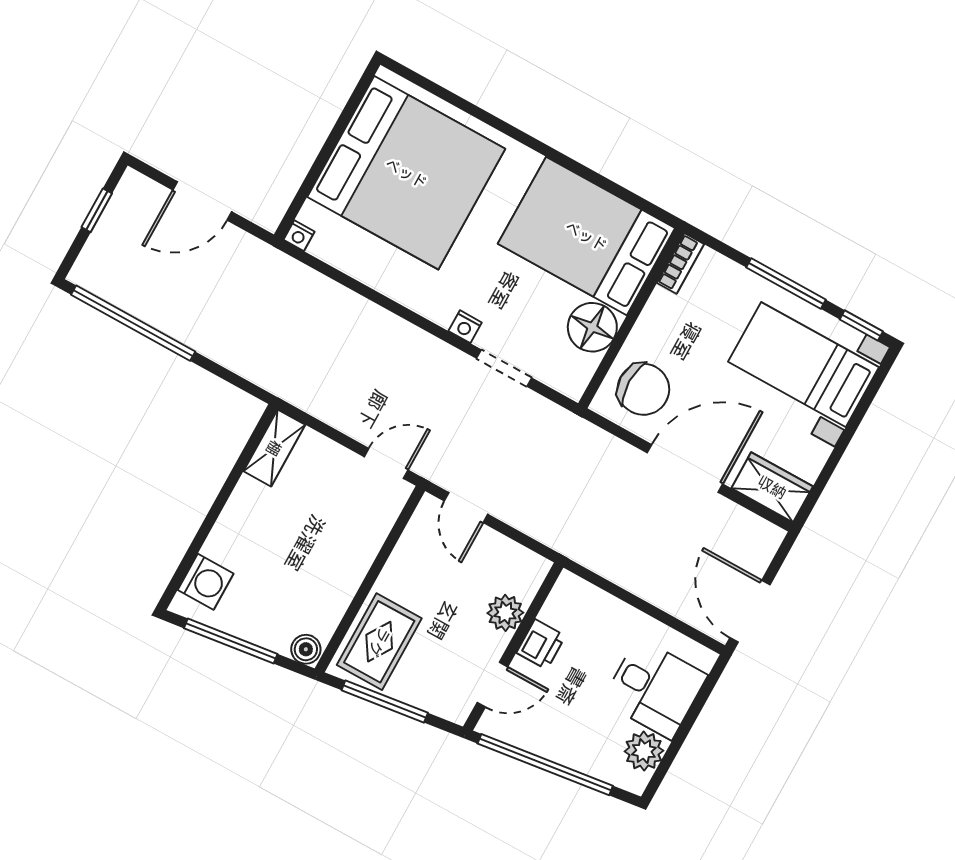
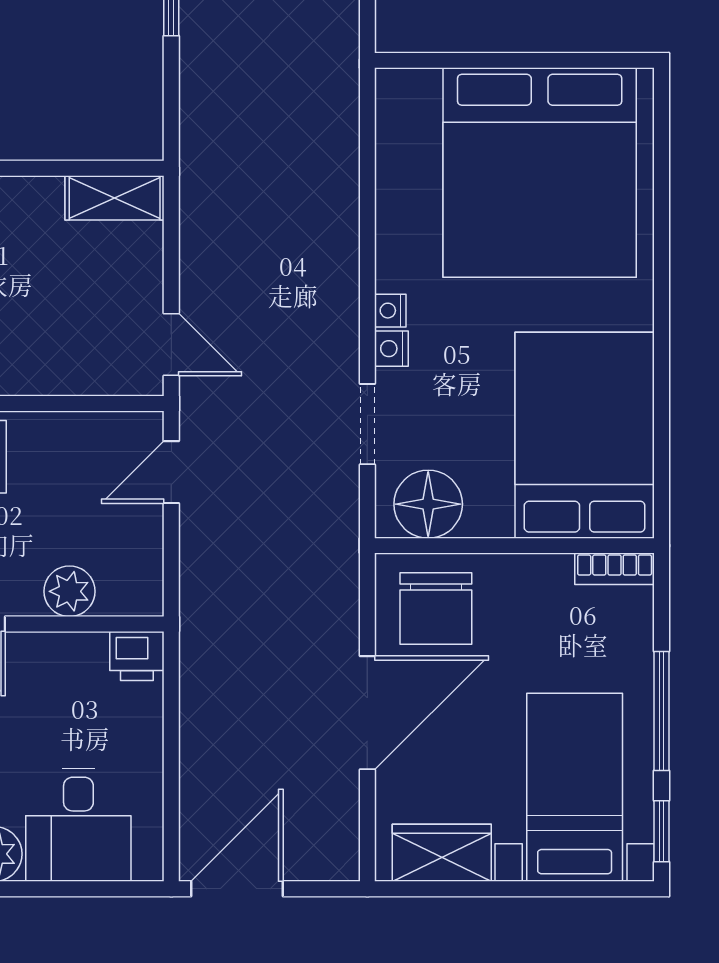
nightstand: (299, 236) -> (390, 311), moved
floor lamp: (592, 327) -> (428, 504), moved
door: (685, 468) -> (367, 713), hinge flipped
wardrobe: (772, 487) -> (442, 853), moved, turned -90
printer: (541, 644) -> (137, 656), moved

